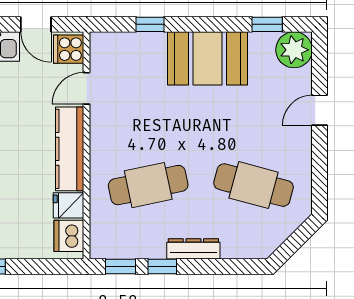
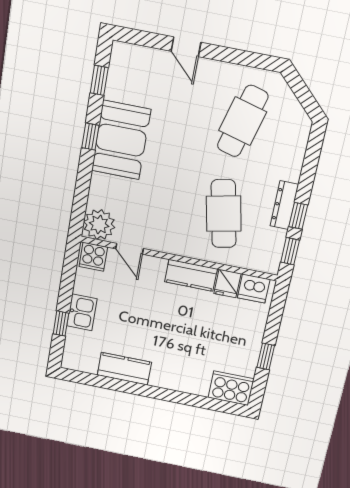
door: (36, 24) -> (68, 279), removed
window: (150, 24) -> (90, 137), moved
plant: (294, 50) -> (99, 225), moved
kitchen counter: (70, 149) -> (191, 275), width x0.67
dresser: (193, 249) -> (284, 205), moved

